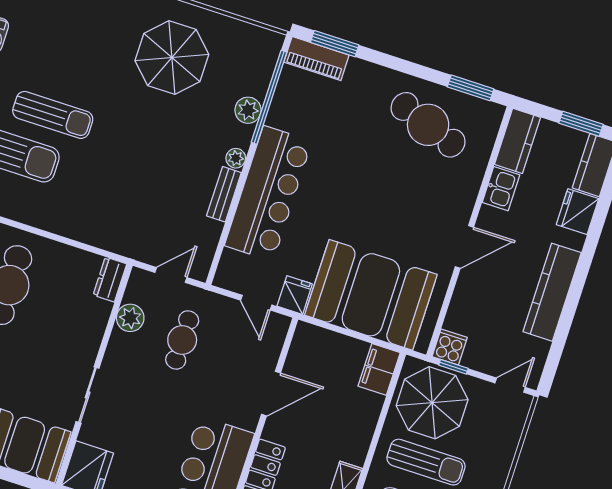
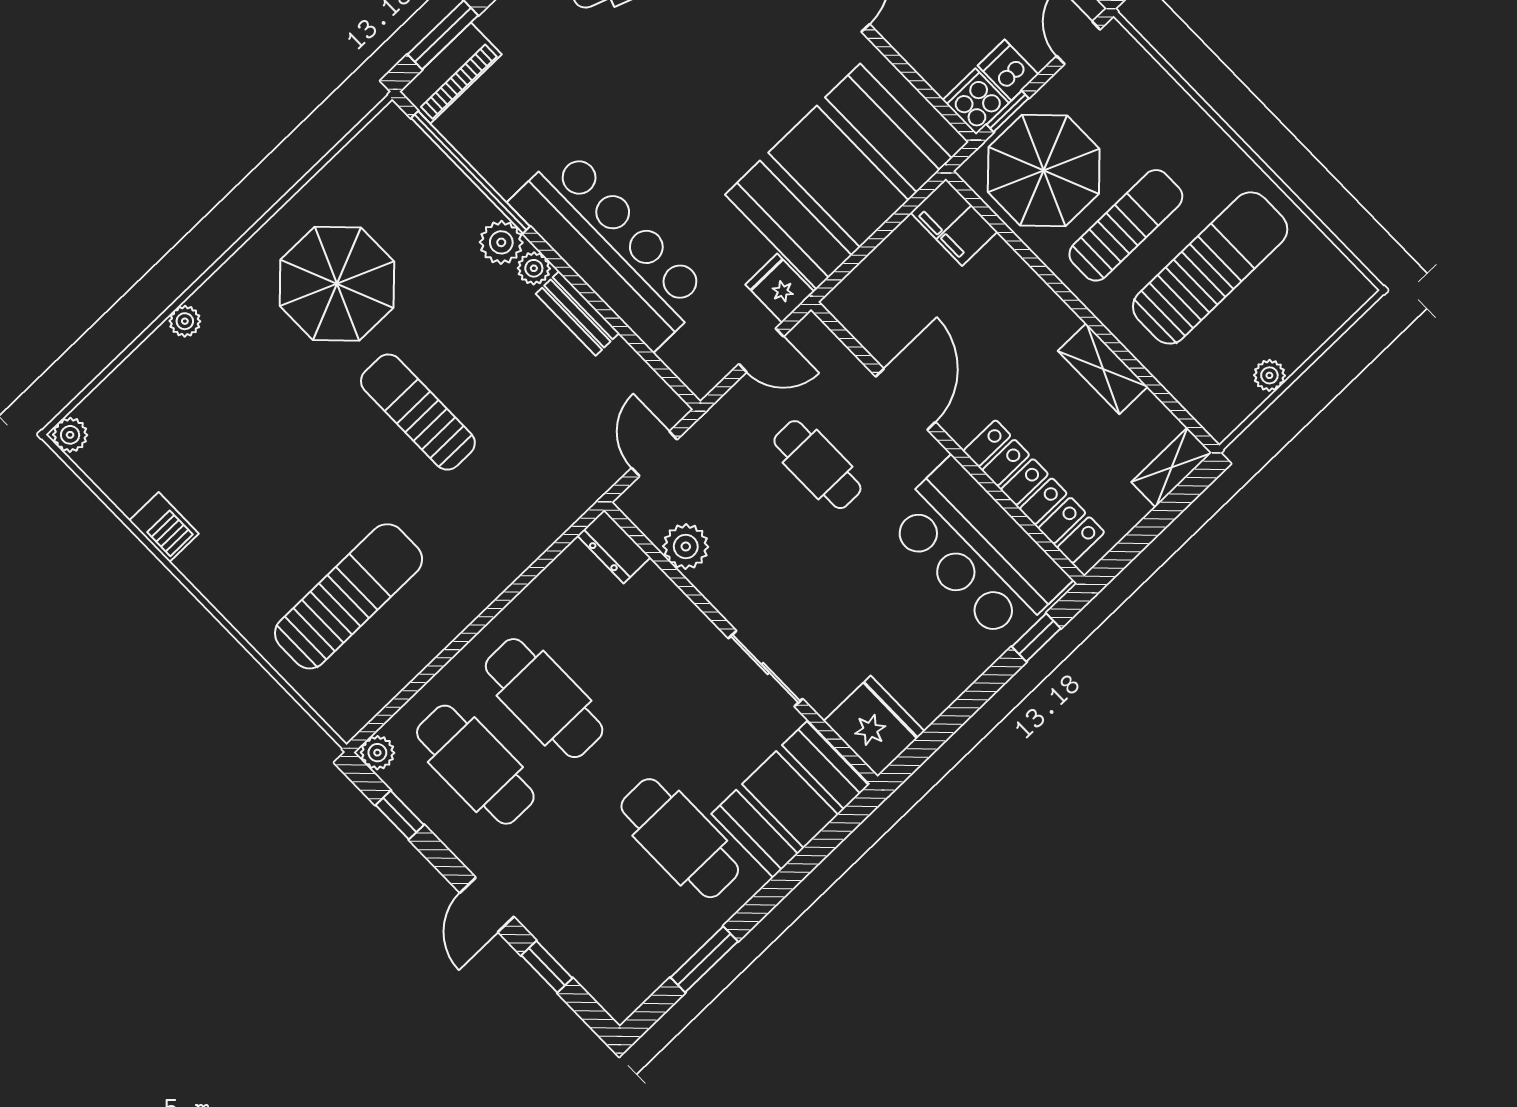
plant: (248, 110) -> (501, 242), moved
sun lounger: (53, 115) -> (418, 412), moved, turned -90
cafe table: (182, 340) -> (817, 465), moved
dishwasher: (476, 355) -> (1008, 70), added

